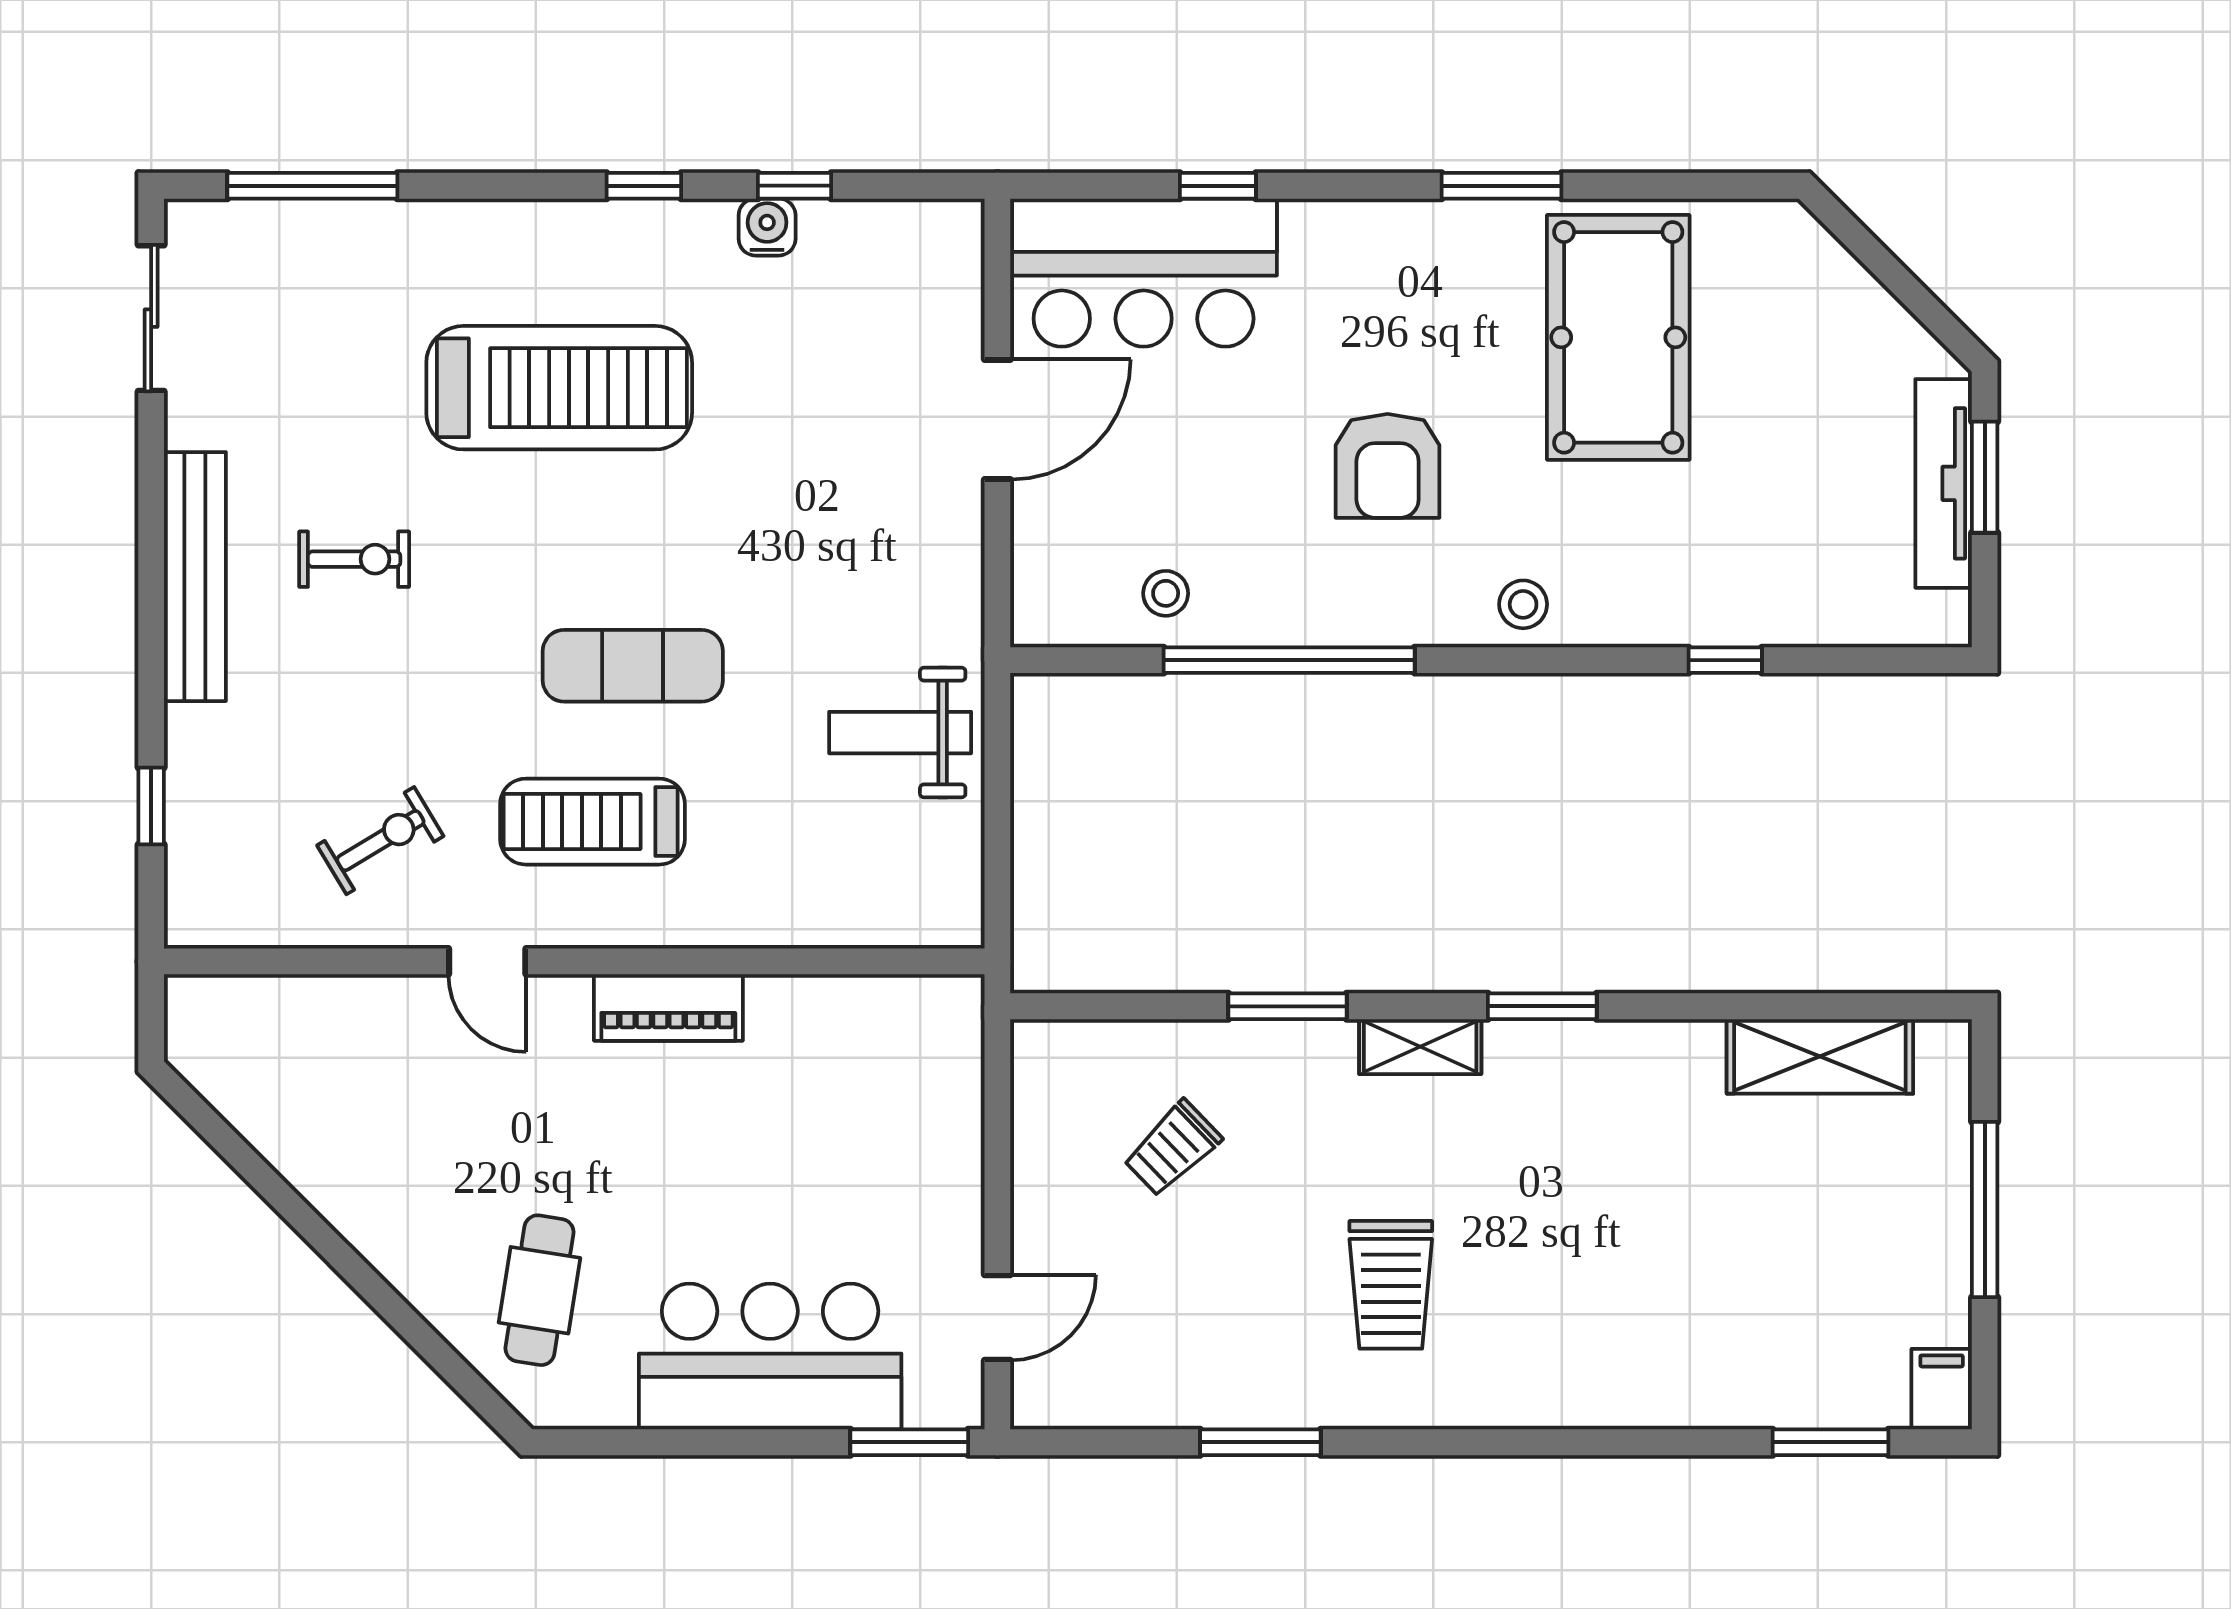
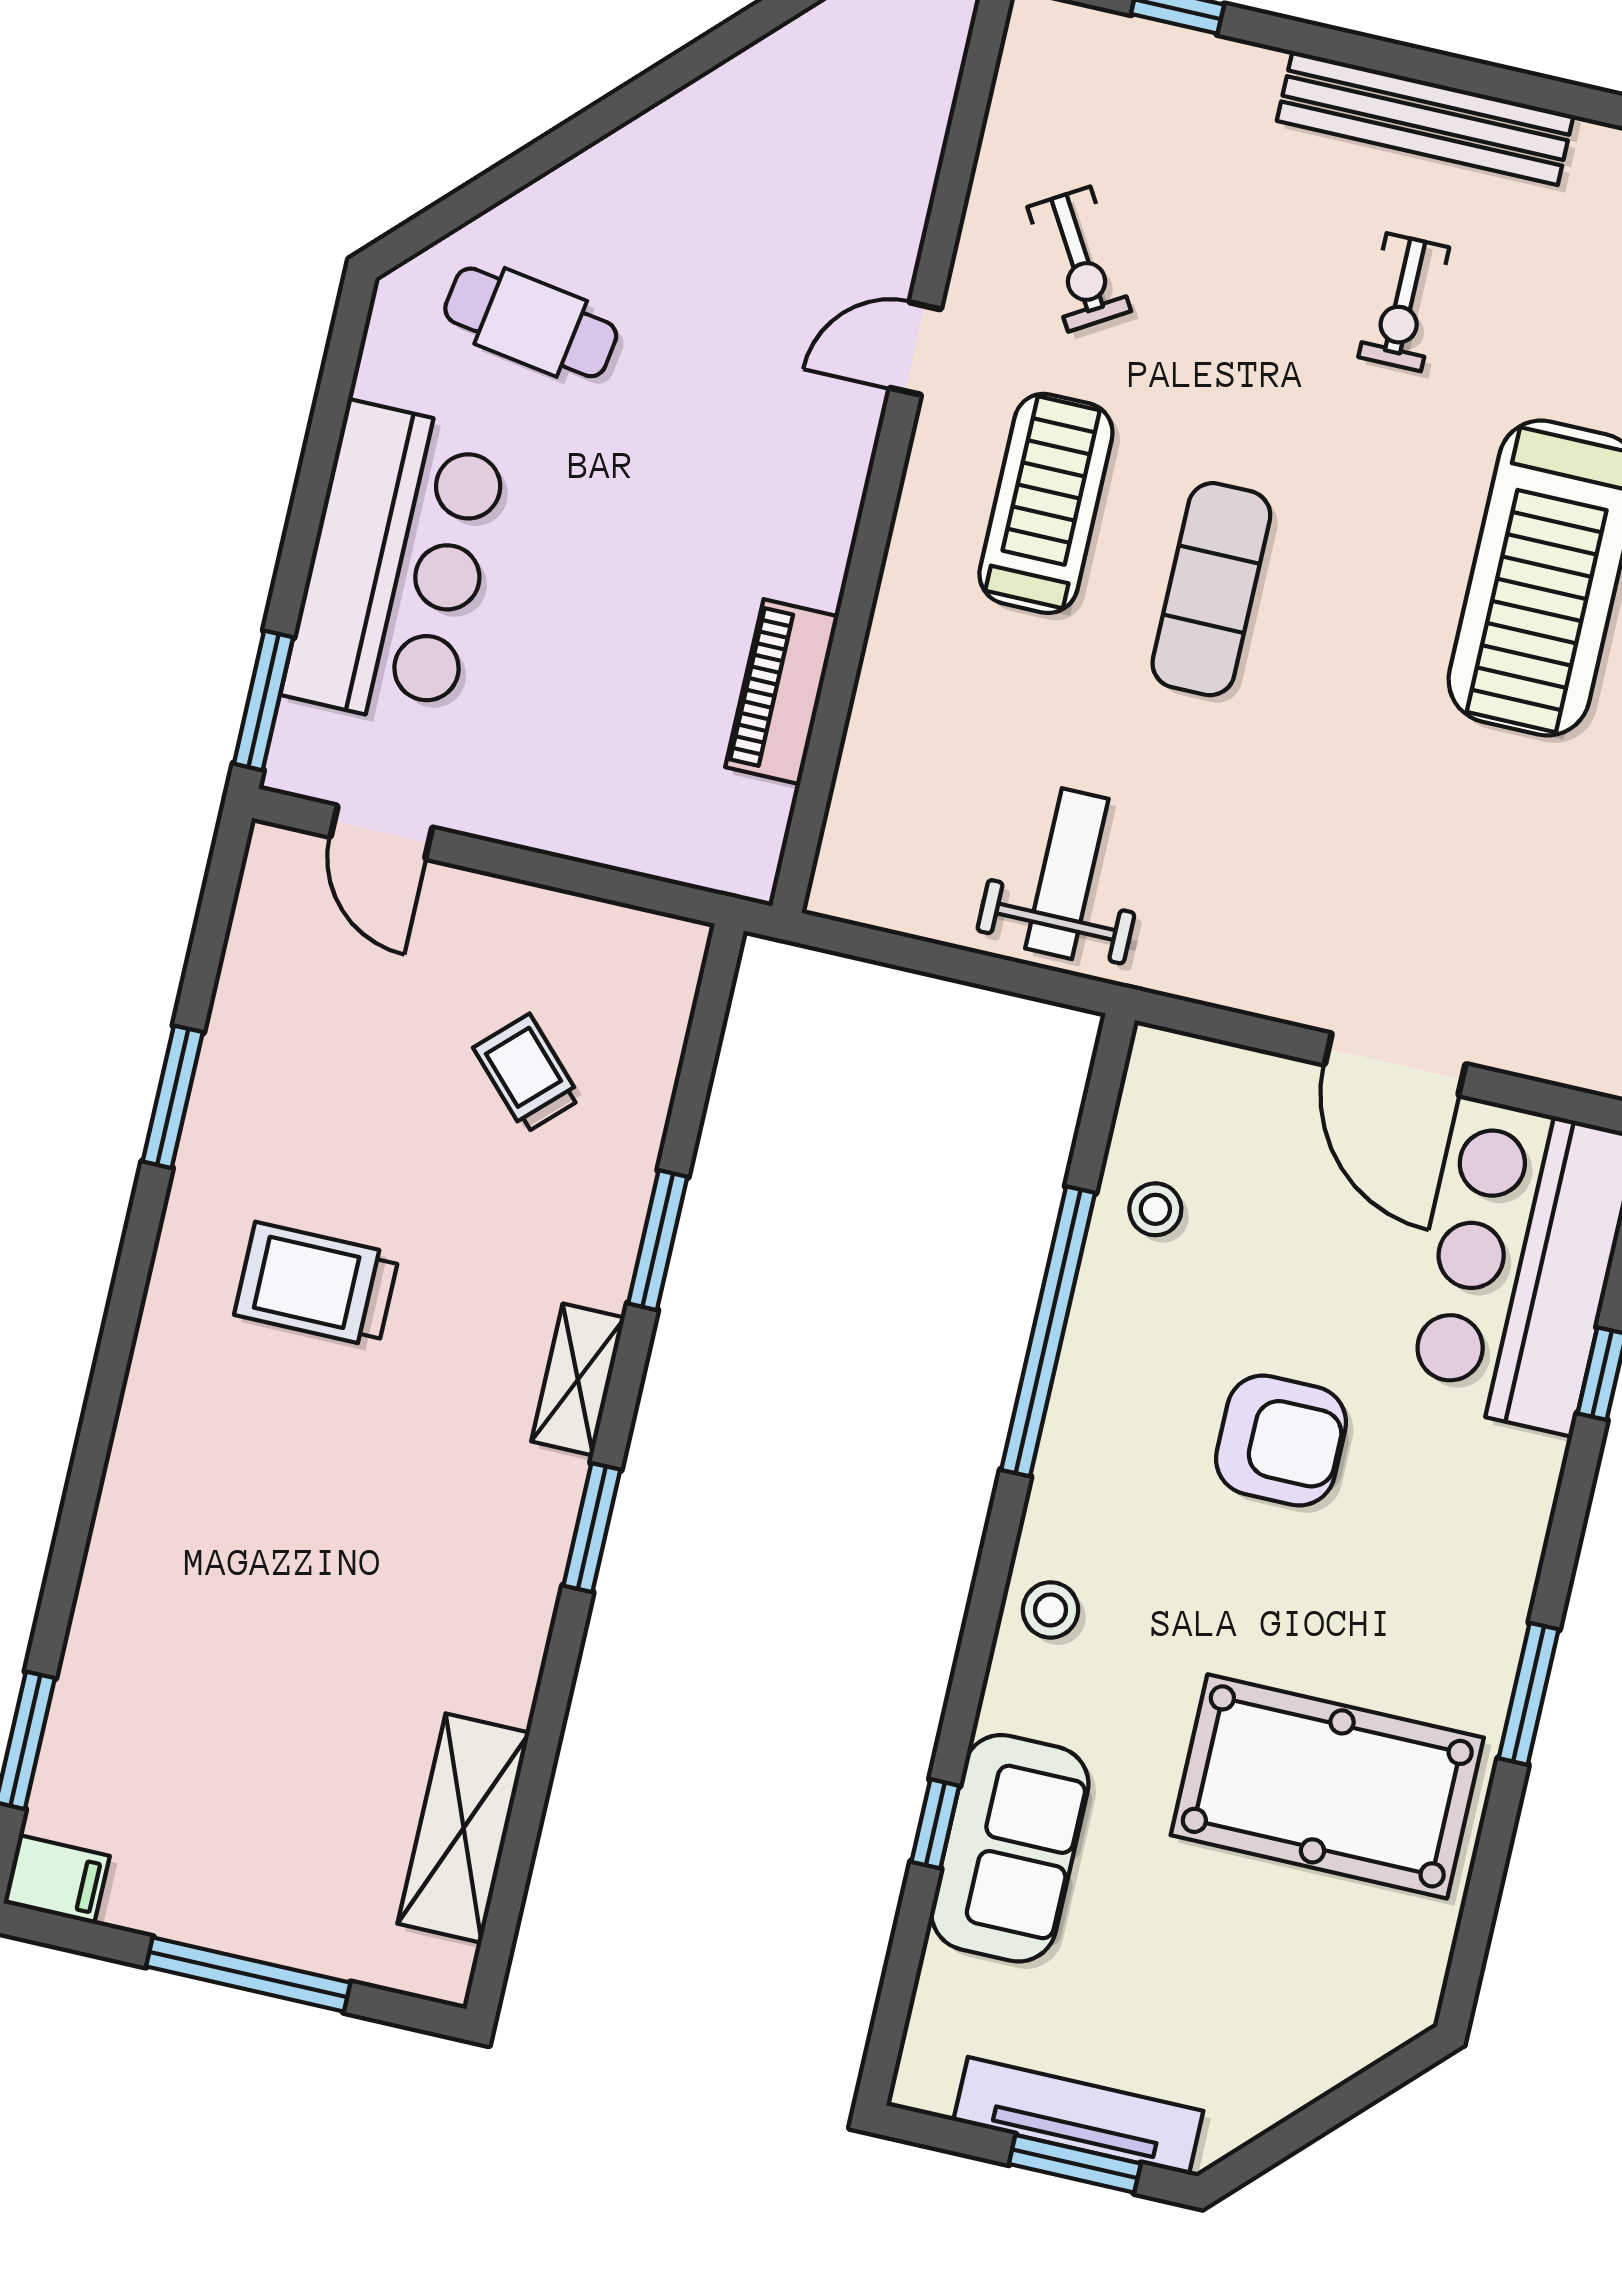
armchair: (1388, 466) -> (1281, 1441), moved, turned 180
sofa: (1732, 593) -> (1010, 1848), added
piano: (668, 1008) -> (782, 692), moved

